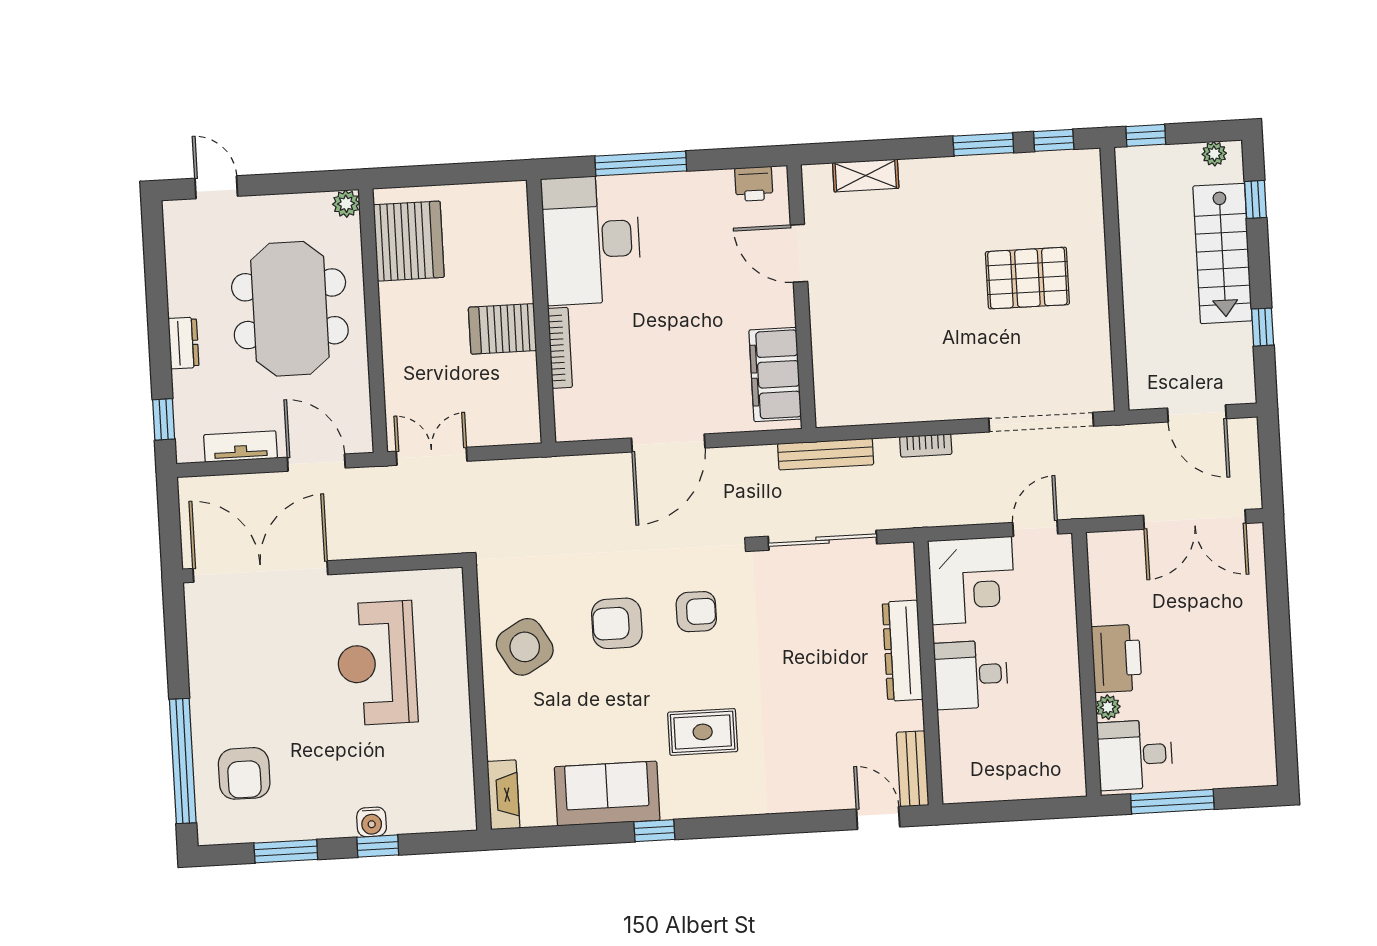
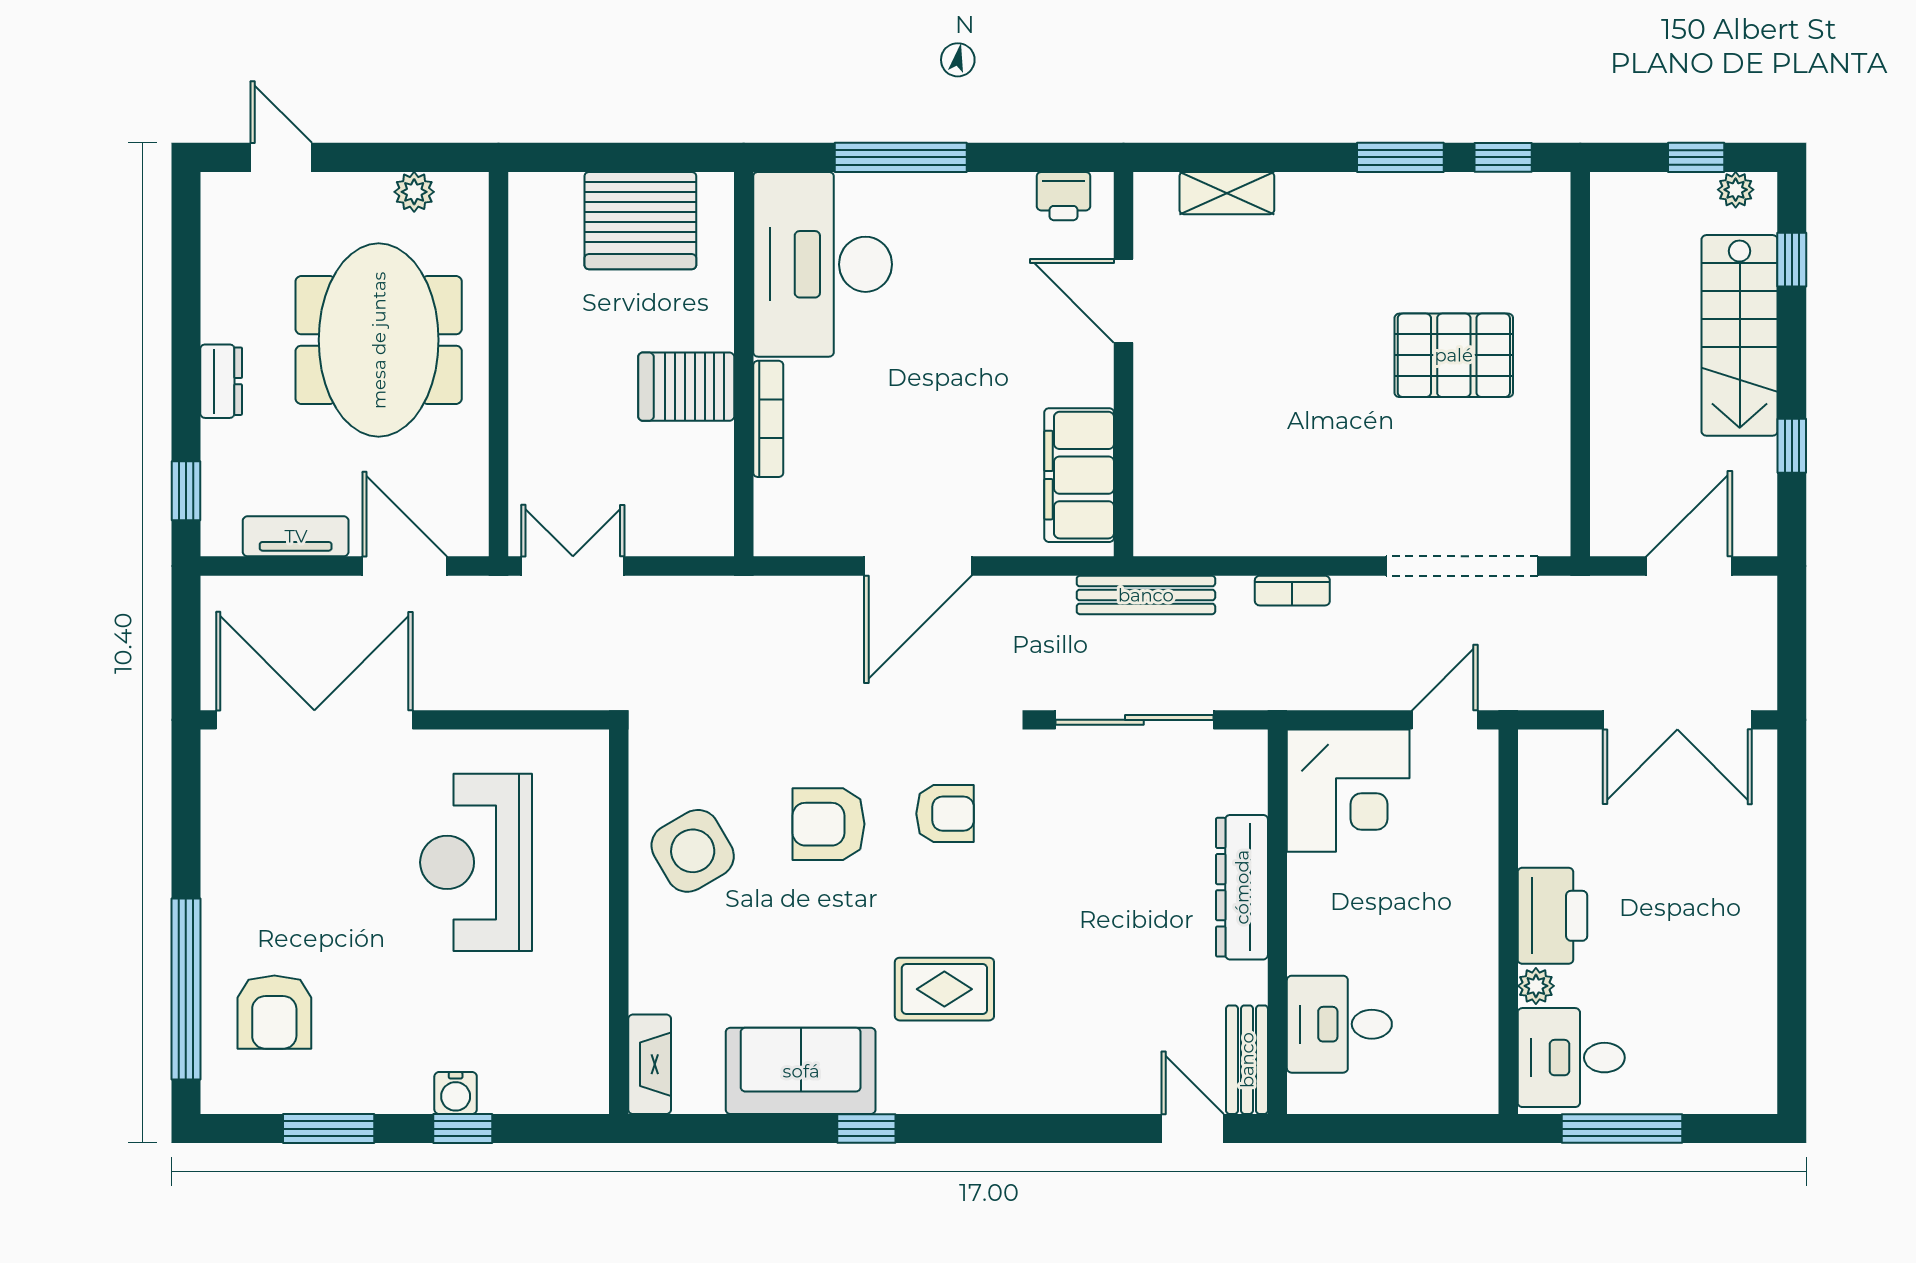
window: (1146, 135) -> (1696, 157), moved
plant: (346, 204) -> (414, 192), moved
server rack: (409, 241) -> (640, 221), moved, turned 90
door: (1197, 413) -> (1689, 566), swing flipped
desk: (971, 675) -> (1339, 1024), moved

